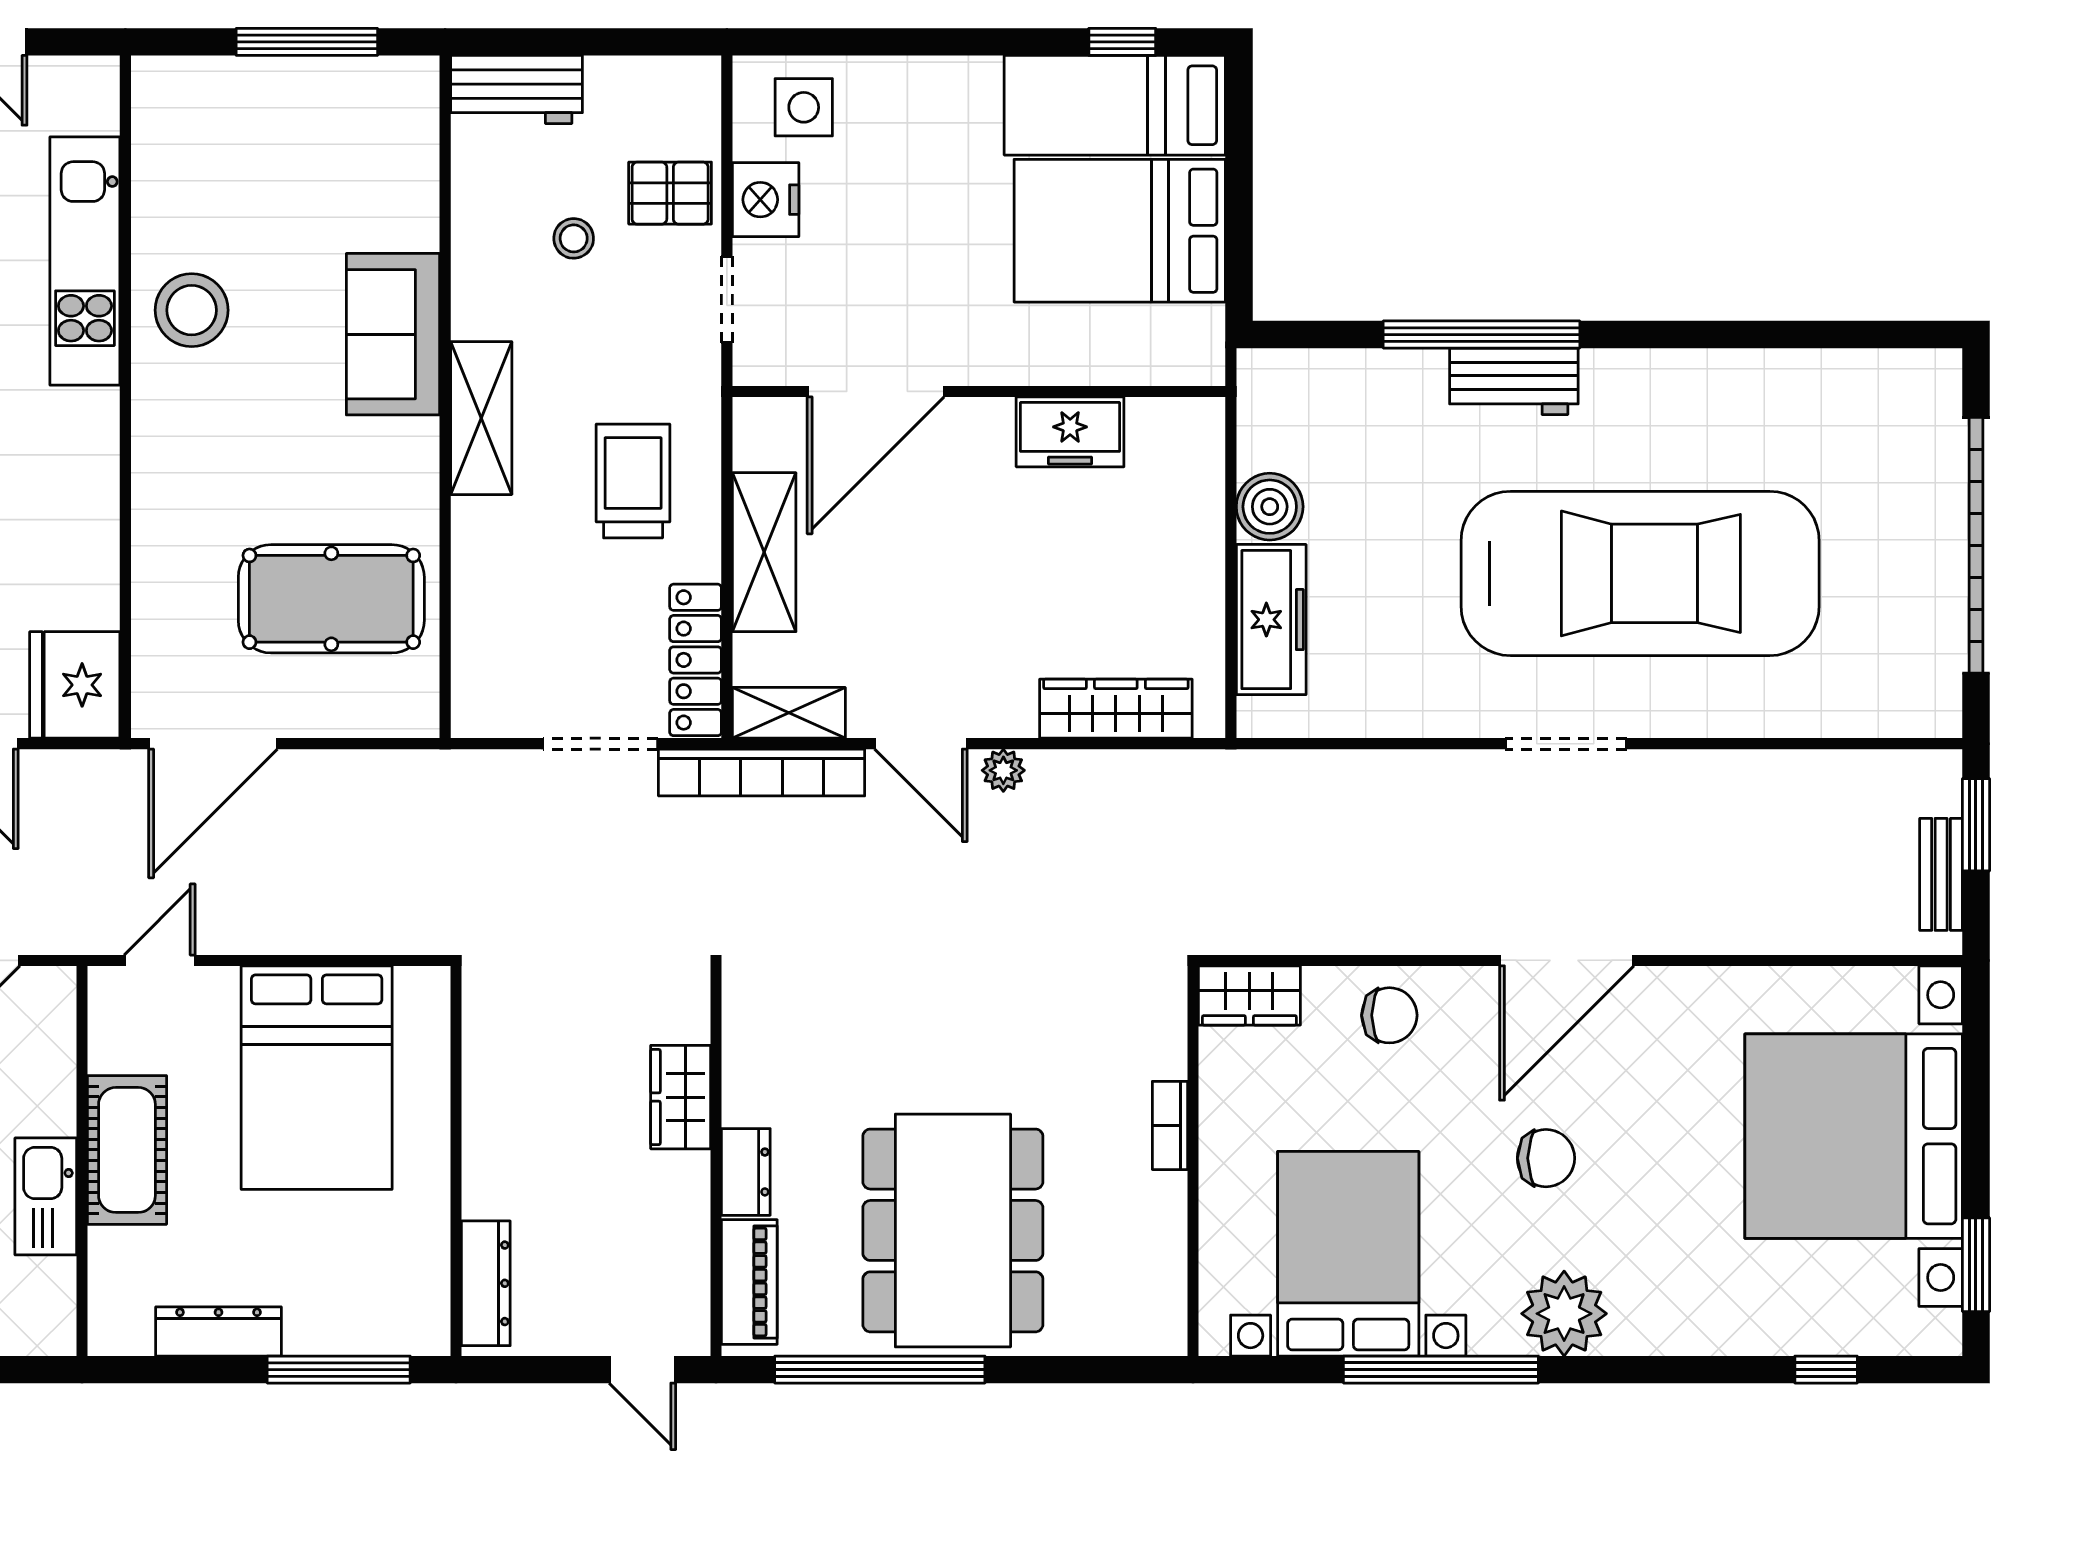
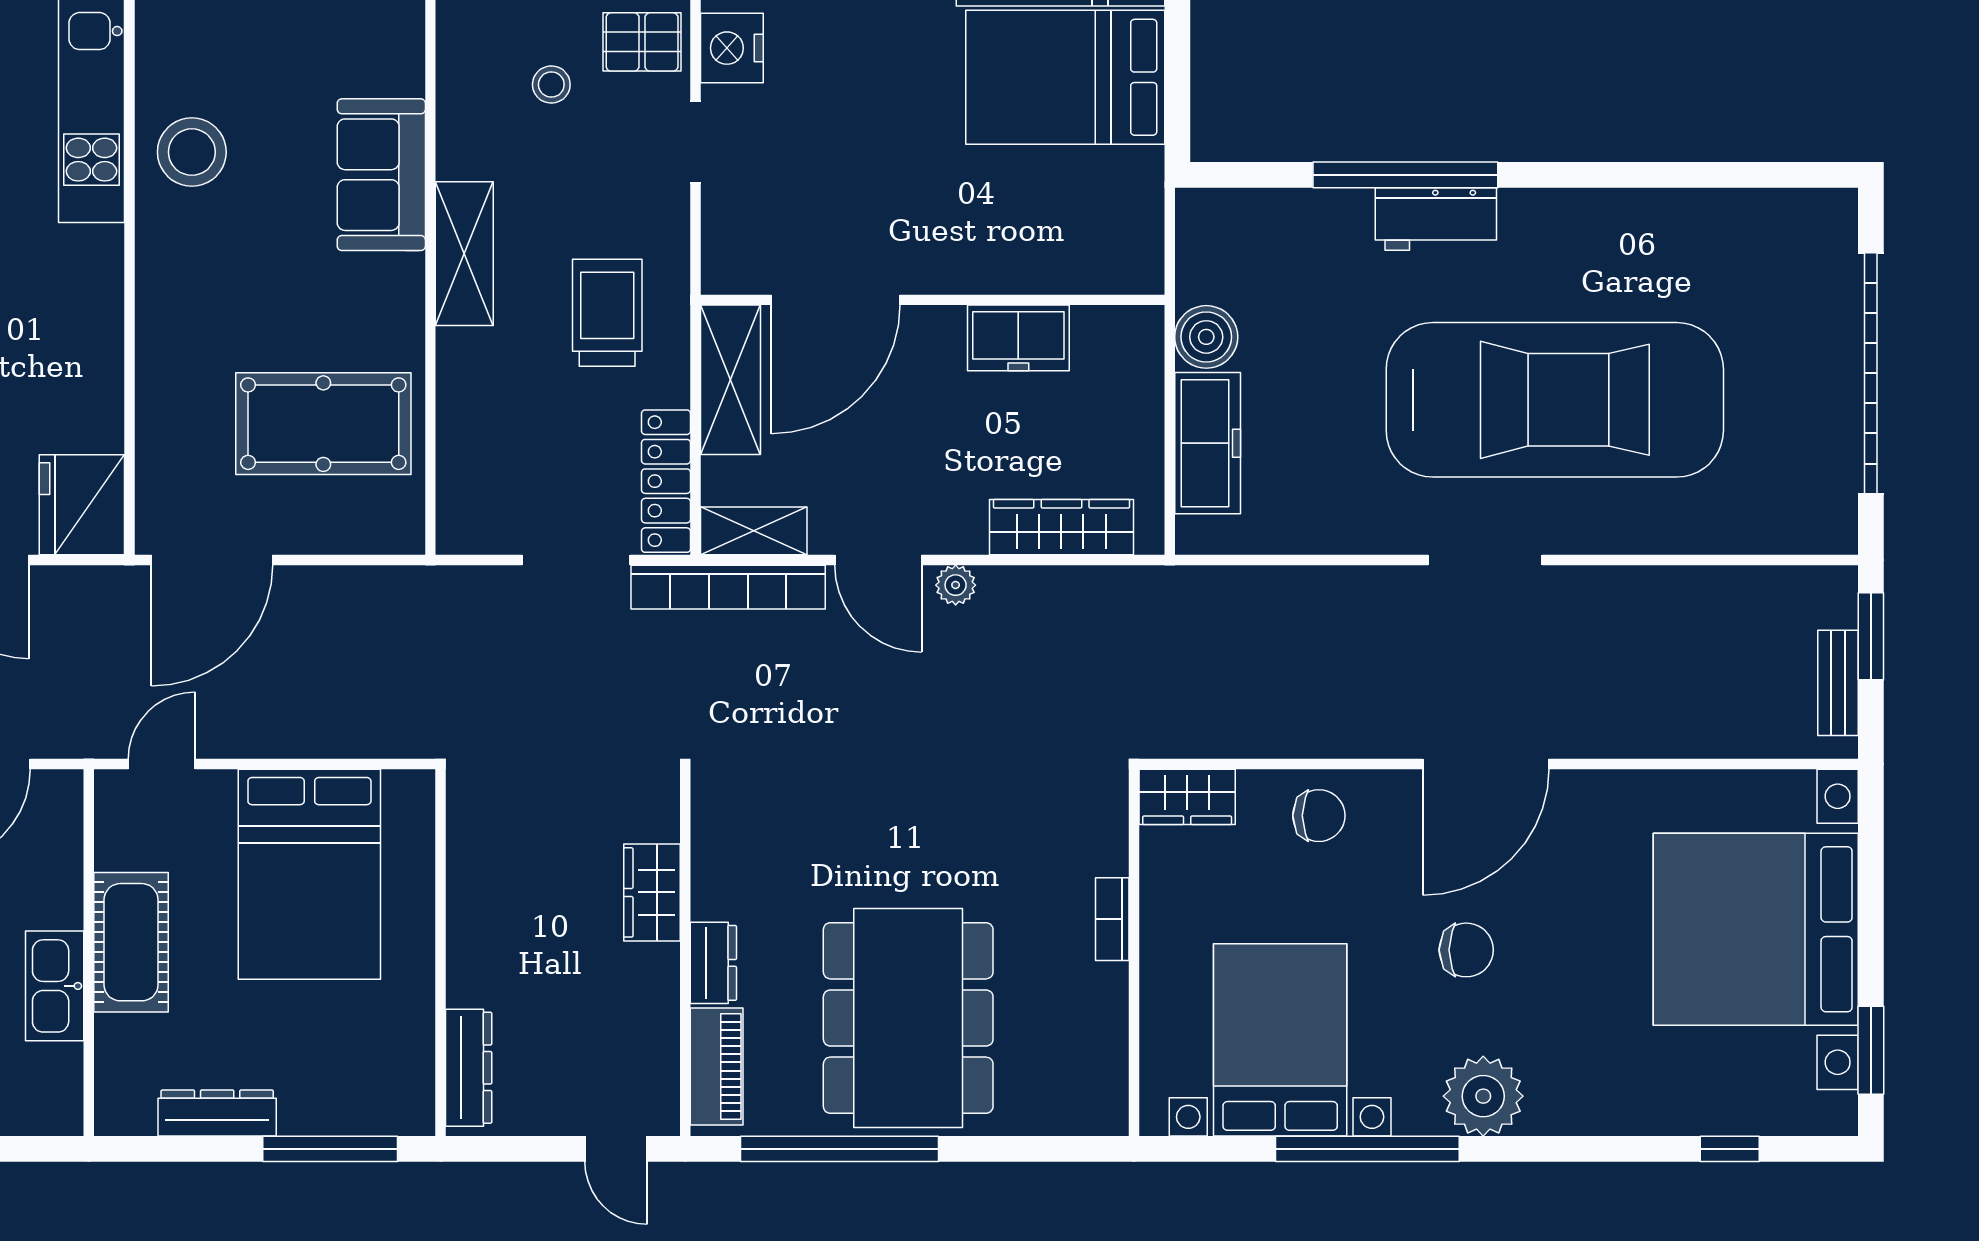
door: (876, 391) -> (836, 300), moved
wall: (979, 391) -> (933, 300), moved
freezer: (1070, 432) -> (1018, 338), moved

